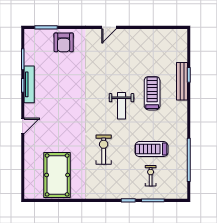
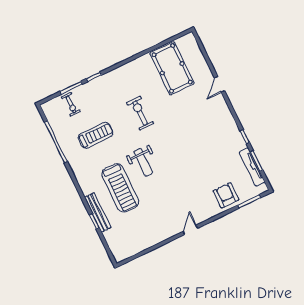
tv unit: (29, 84) -> (252, 167), moved
treadmill: (152, 93) -> (120, 188), width x1.37, depth x1.38
weight bench: (121, 106) -> (143, 162), turned 180
door: (23, 126) -> (219, 84), moved
exercise bike: (104, 150) -> (140, 113), turned 180
exercise bike: (151, 176) -> (71, 104), moved

